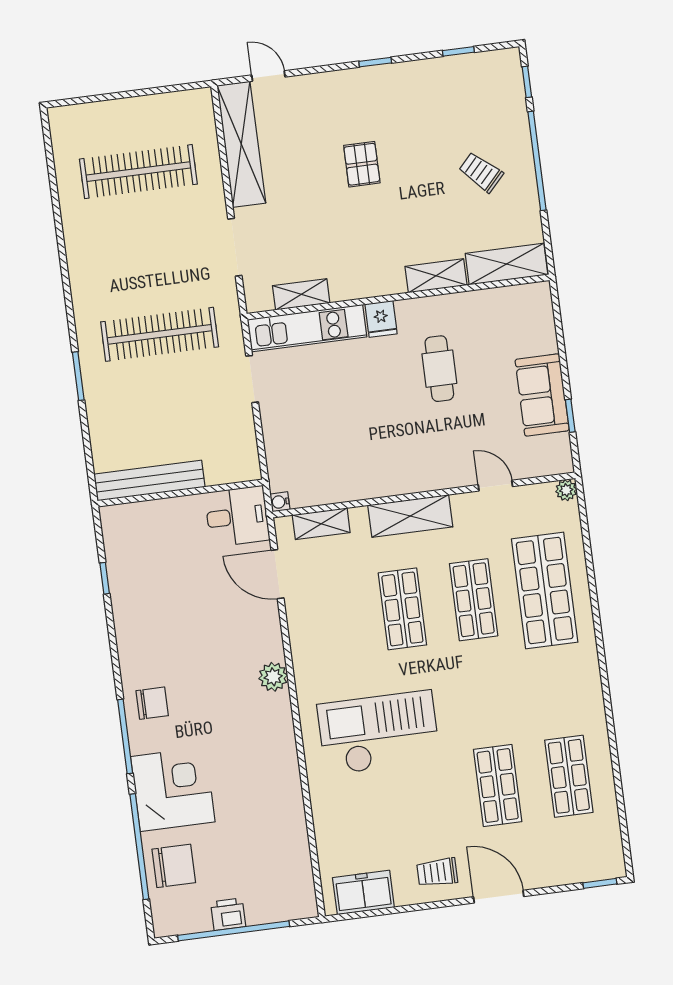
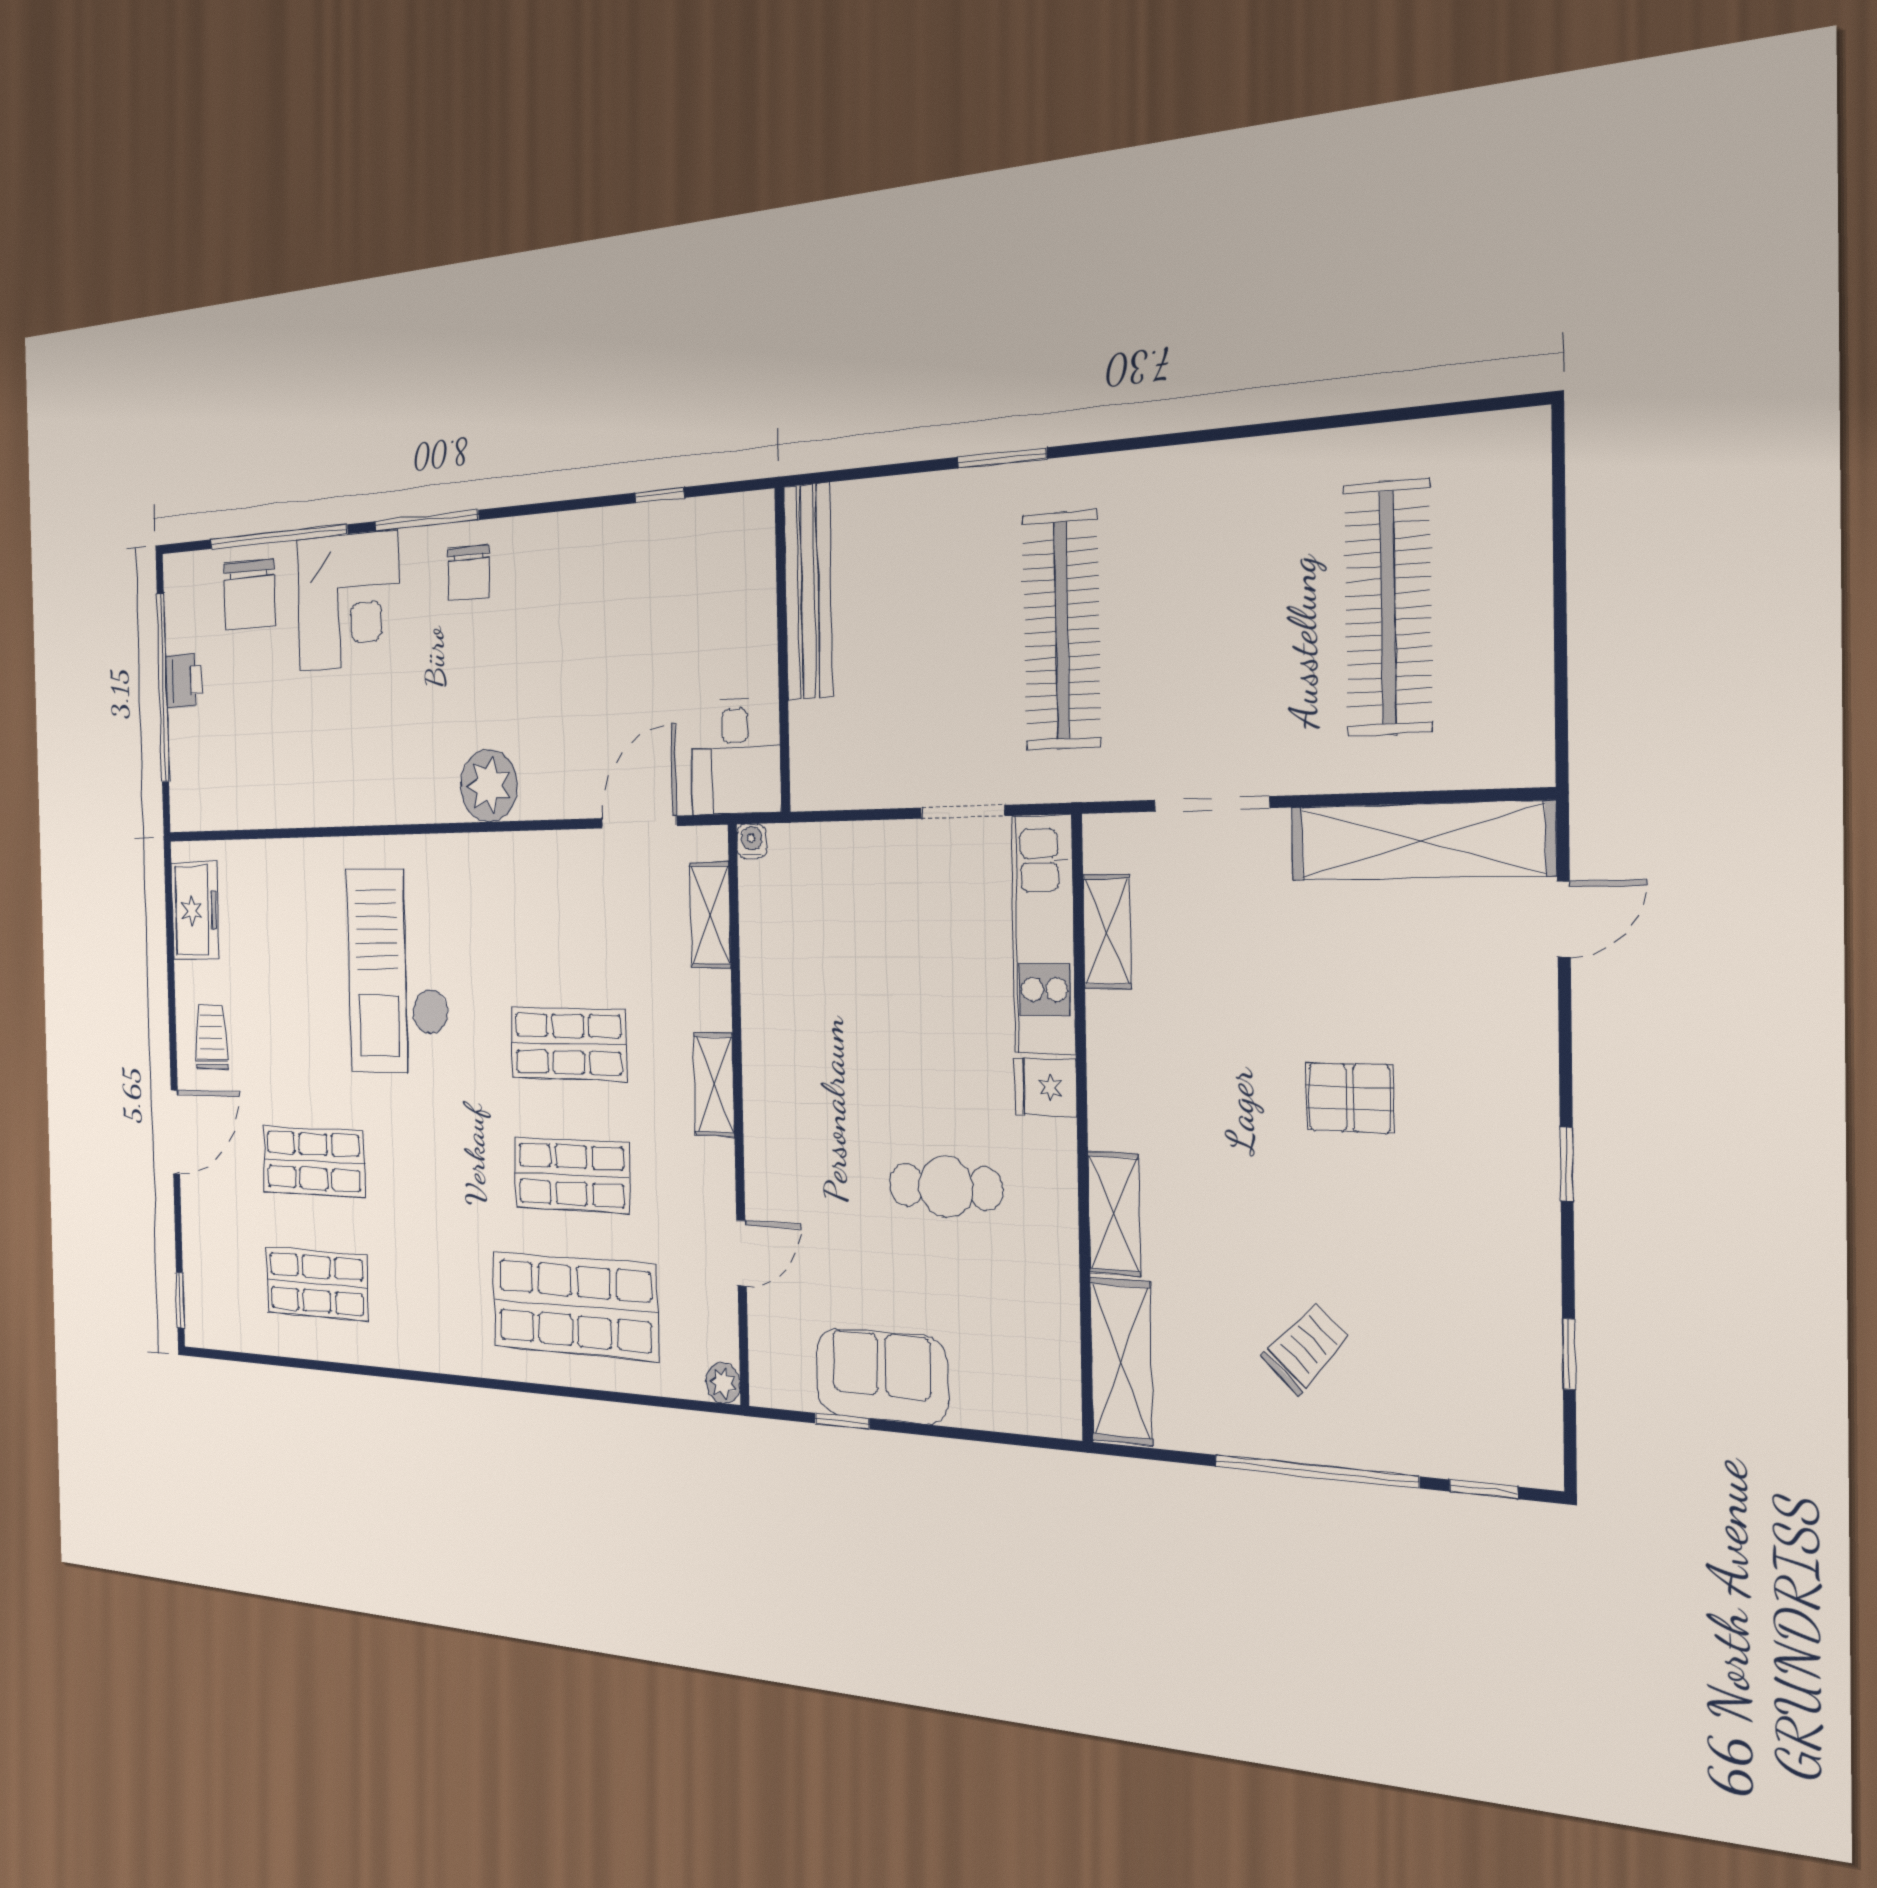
shelving: (410, 516) -> (714, 1085), width x0.67, depth x0.75
plant: (273, 677) -> (489, 786), width x1.36, depth x1.36
checkout: (379, 733) -> (398, 971), turned 180

